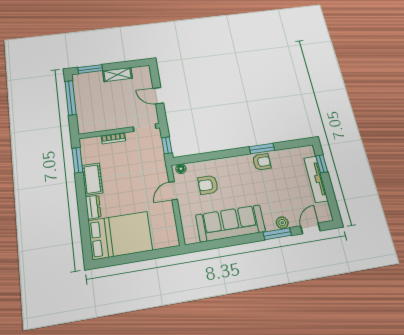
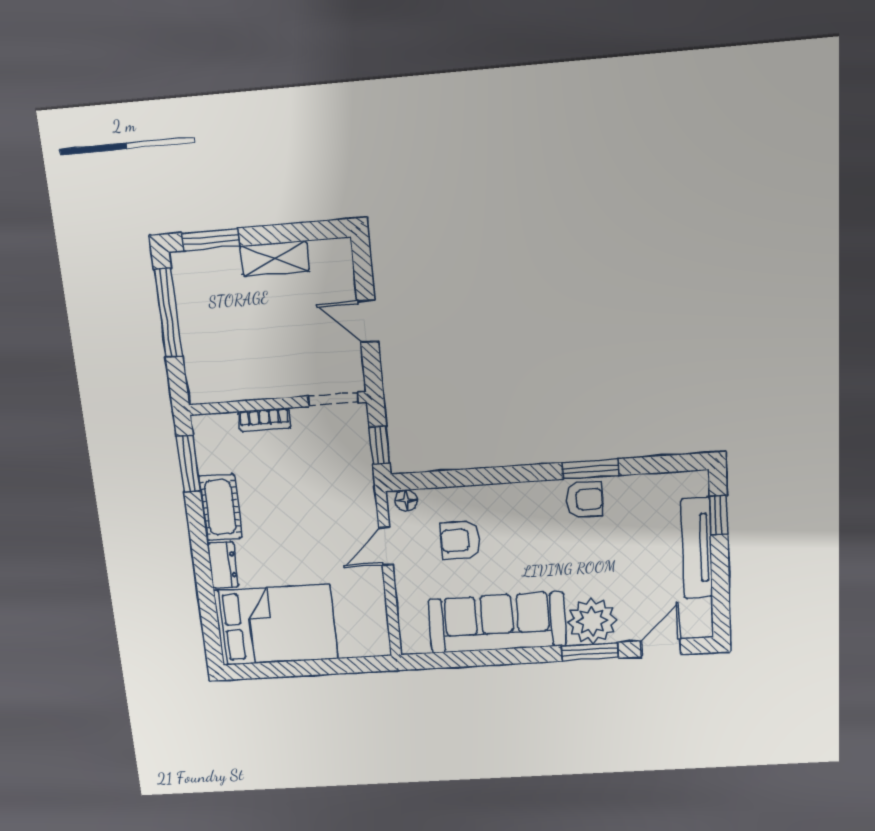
plant: (282, 223) -> (592, 621), width x1.88, depth x1.88

